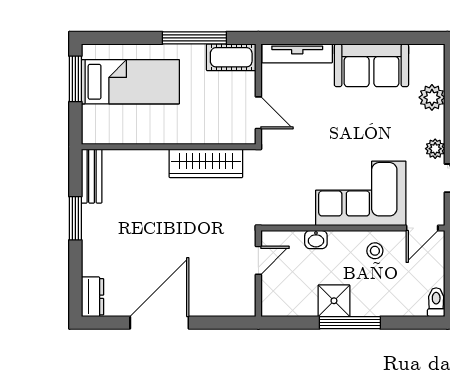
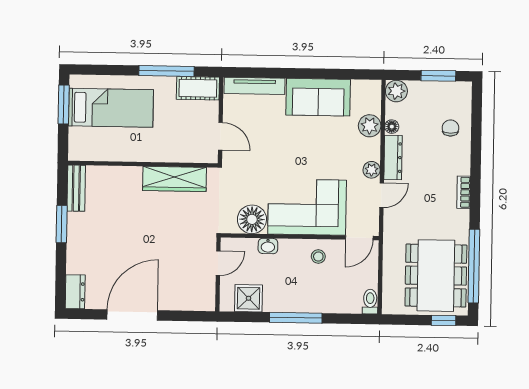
floor lamp: (297, 209) -> (252, 219), added
shower: (334, 301) -> (249, 298), moved

